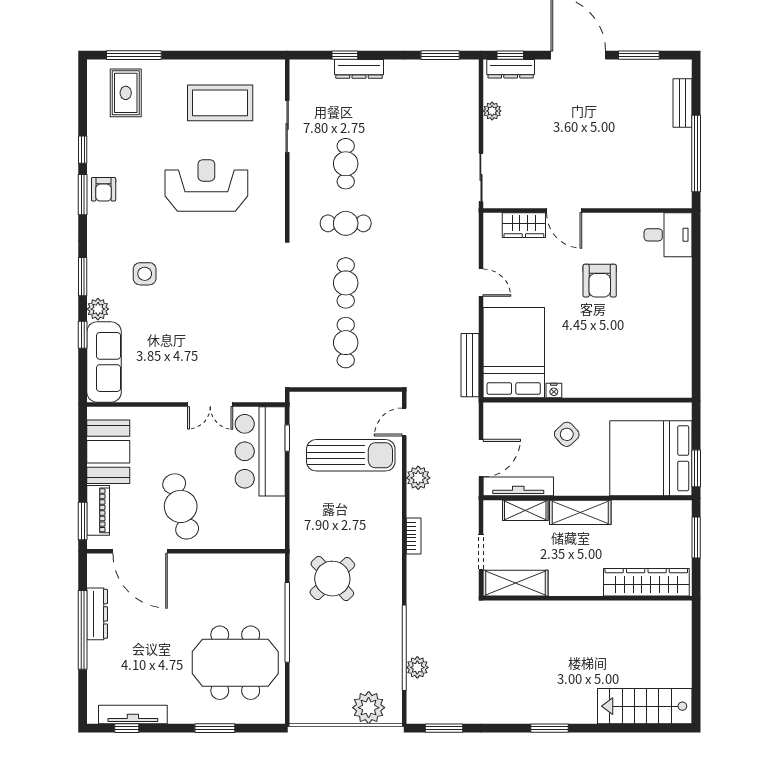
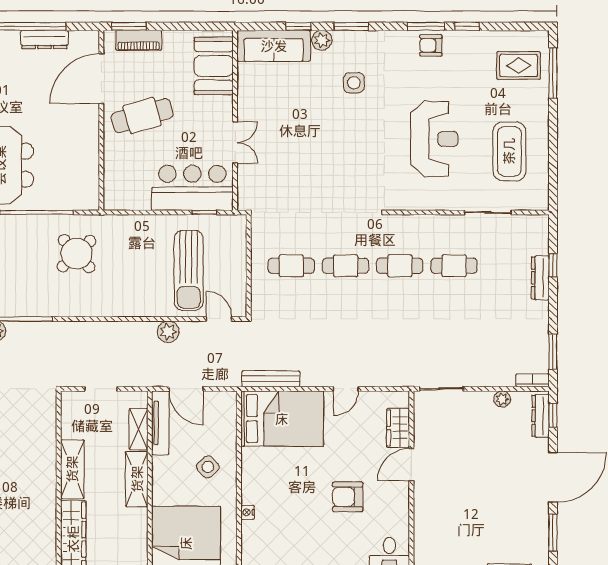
cafe table: (346, 223) -> (400, 266), turned 90
nightstand: (554, 391) -> (248, 512), moved
double door: (210, 404) -> (235, 142), swing flipped
booth: (108, 452) -> (214, 66), moved, turned 90
bookcase: (414, 536) -> (533, 380), moved, turned 180
shelving: (516, 583) -> (72, 469), moved

